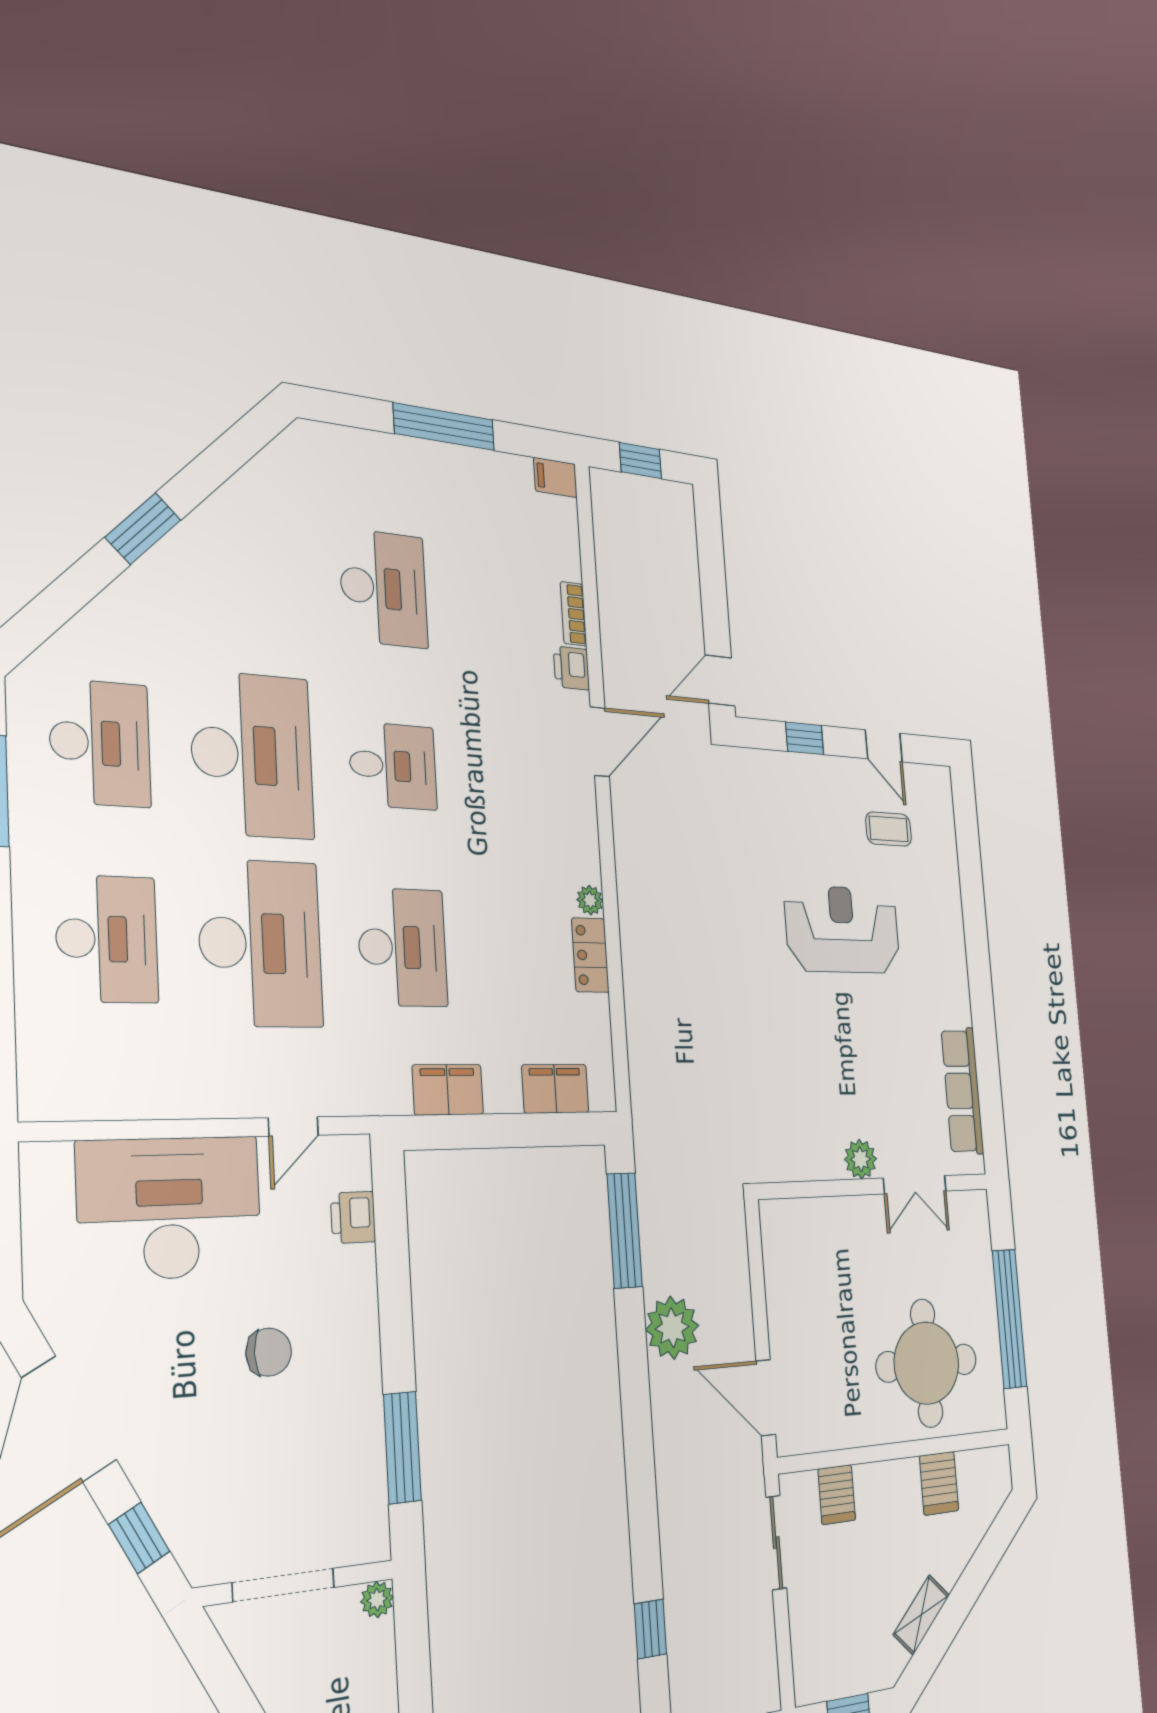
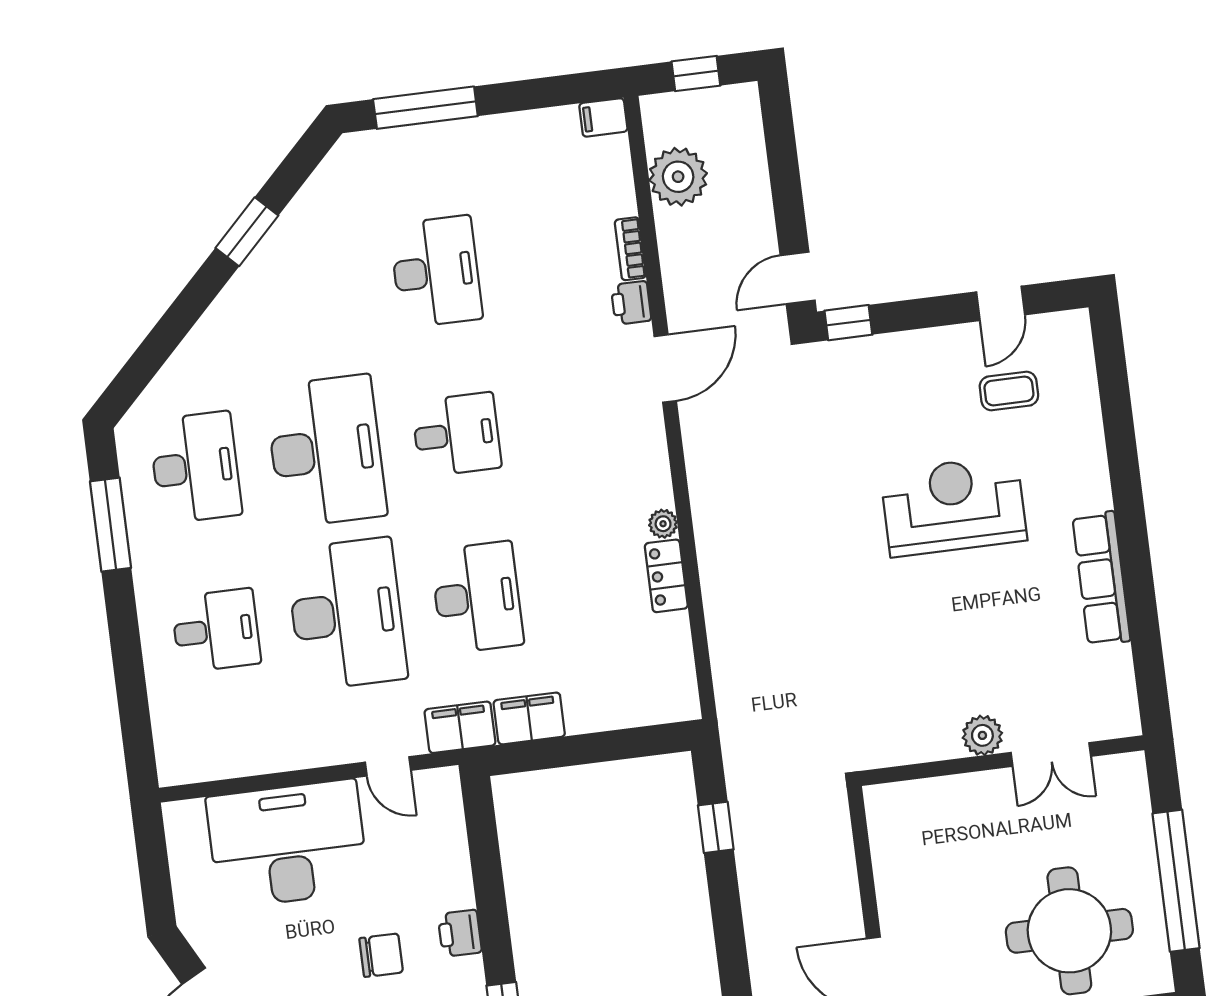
window: (444, 427) -> (425, 108), moved
window: (143, 529) -> (247, 232), moved
window: (805, 738) -> (848, 323), moved
door: (884, 746) -> (1001, 303), hinge flipped
desk: (107, 939) -> (216, 630), width x0.73
filing cabinet: (555, 1089) -> (460, 727), moved
row of seats: (962, 1091) -> (1101, 578), moved
door: (293, 1126) -> (388, 766), hinge flipped
printer: (353, 1217) -> (460, 933), moved
window: (625, 1230) -> (716, 827), width x0.46
plant: (672, 1328) -> (678, 177), moved

